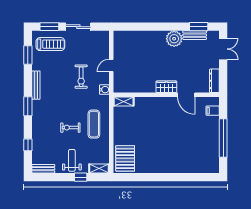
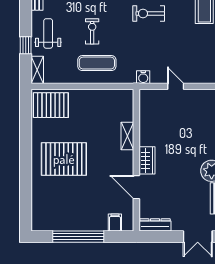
exercise bike: (81, 77) -> (149, 13), moved
door: (186, 95) -> (136, 187), hinge flipped
shelving: (124, 101) -> (127, 136), moved
pallet: (165, 149) -> (64, 159), added
weight bench: (72, 160) -> (48, 33), turned -90

